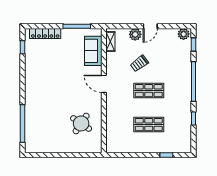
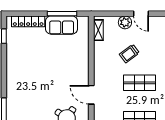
door: (150, 26) -> (141, 14), hinge flipped
sofa: (93, 51) -> (62, 25), moved, turned -90
door: (104, 84) -> (91, 95), moved

